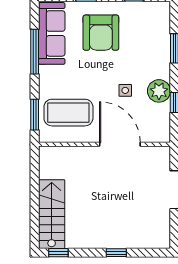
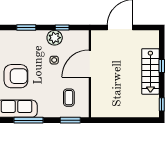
coffee table: (68, 113) -> (69, 98), width x0.54, depth x0.58
stairs: (52, 214) -> (150, 71), moved, turned -90

